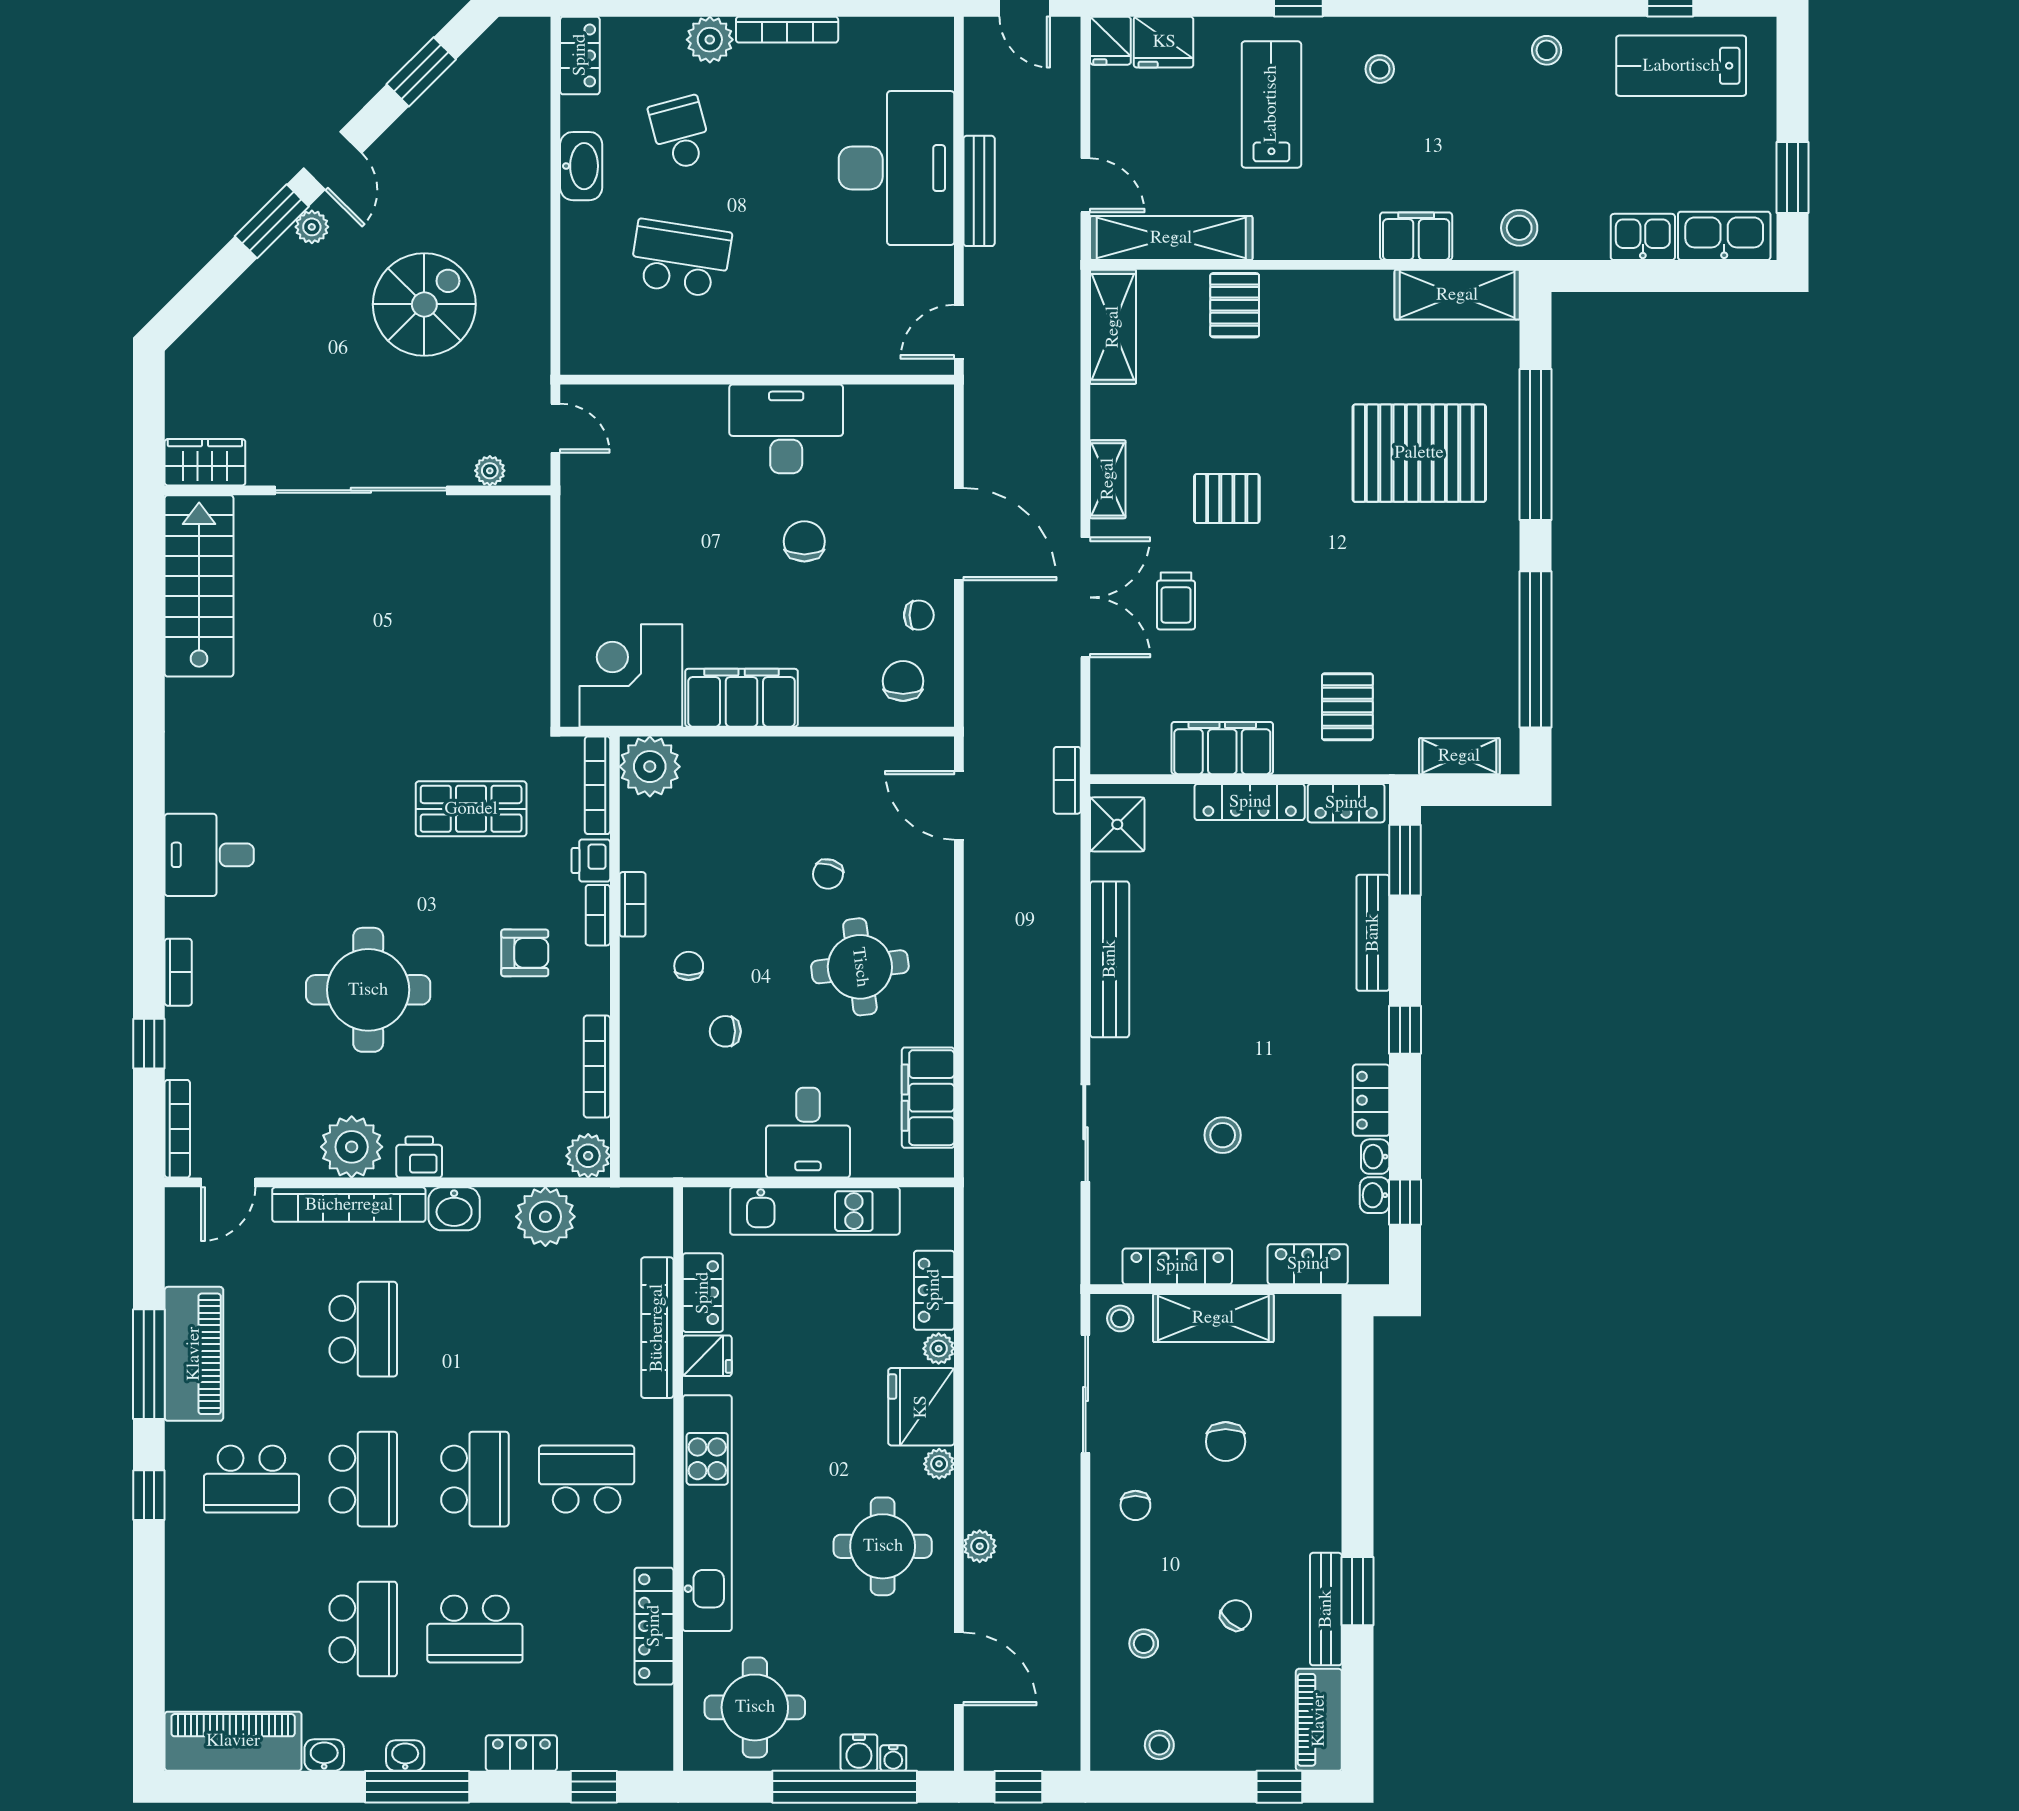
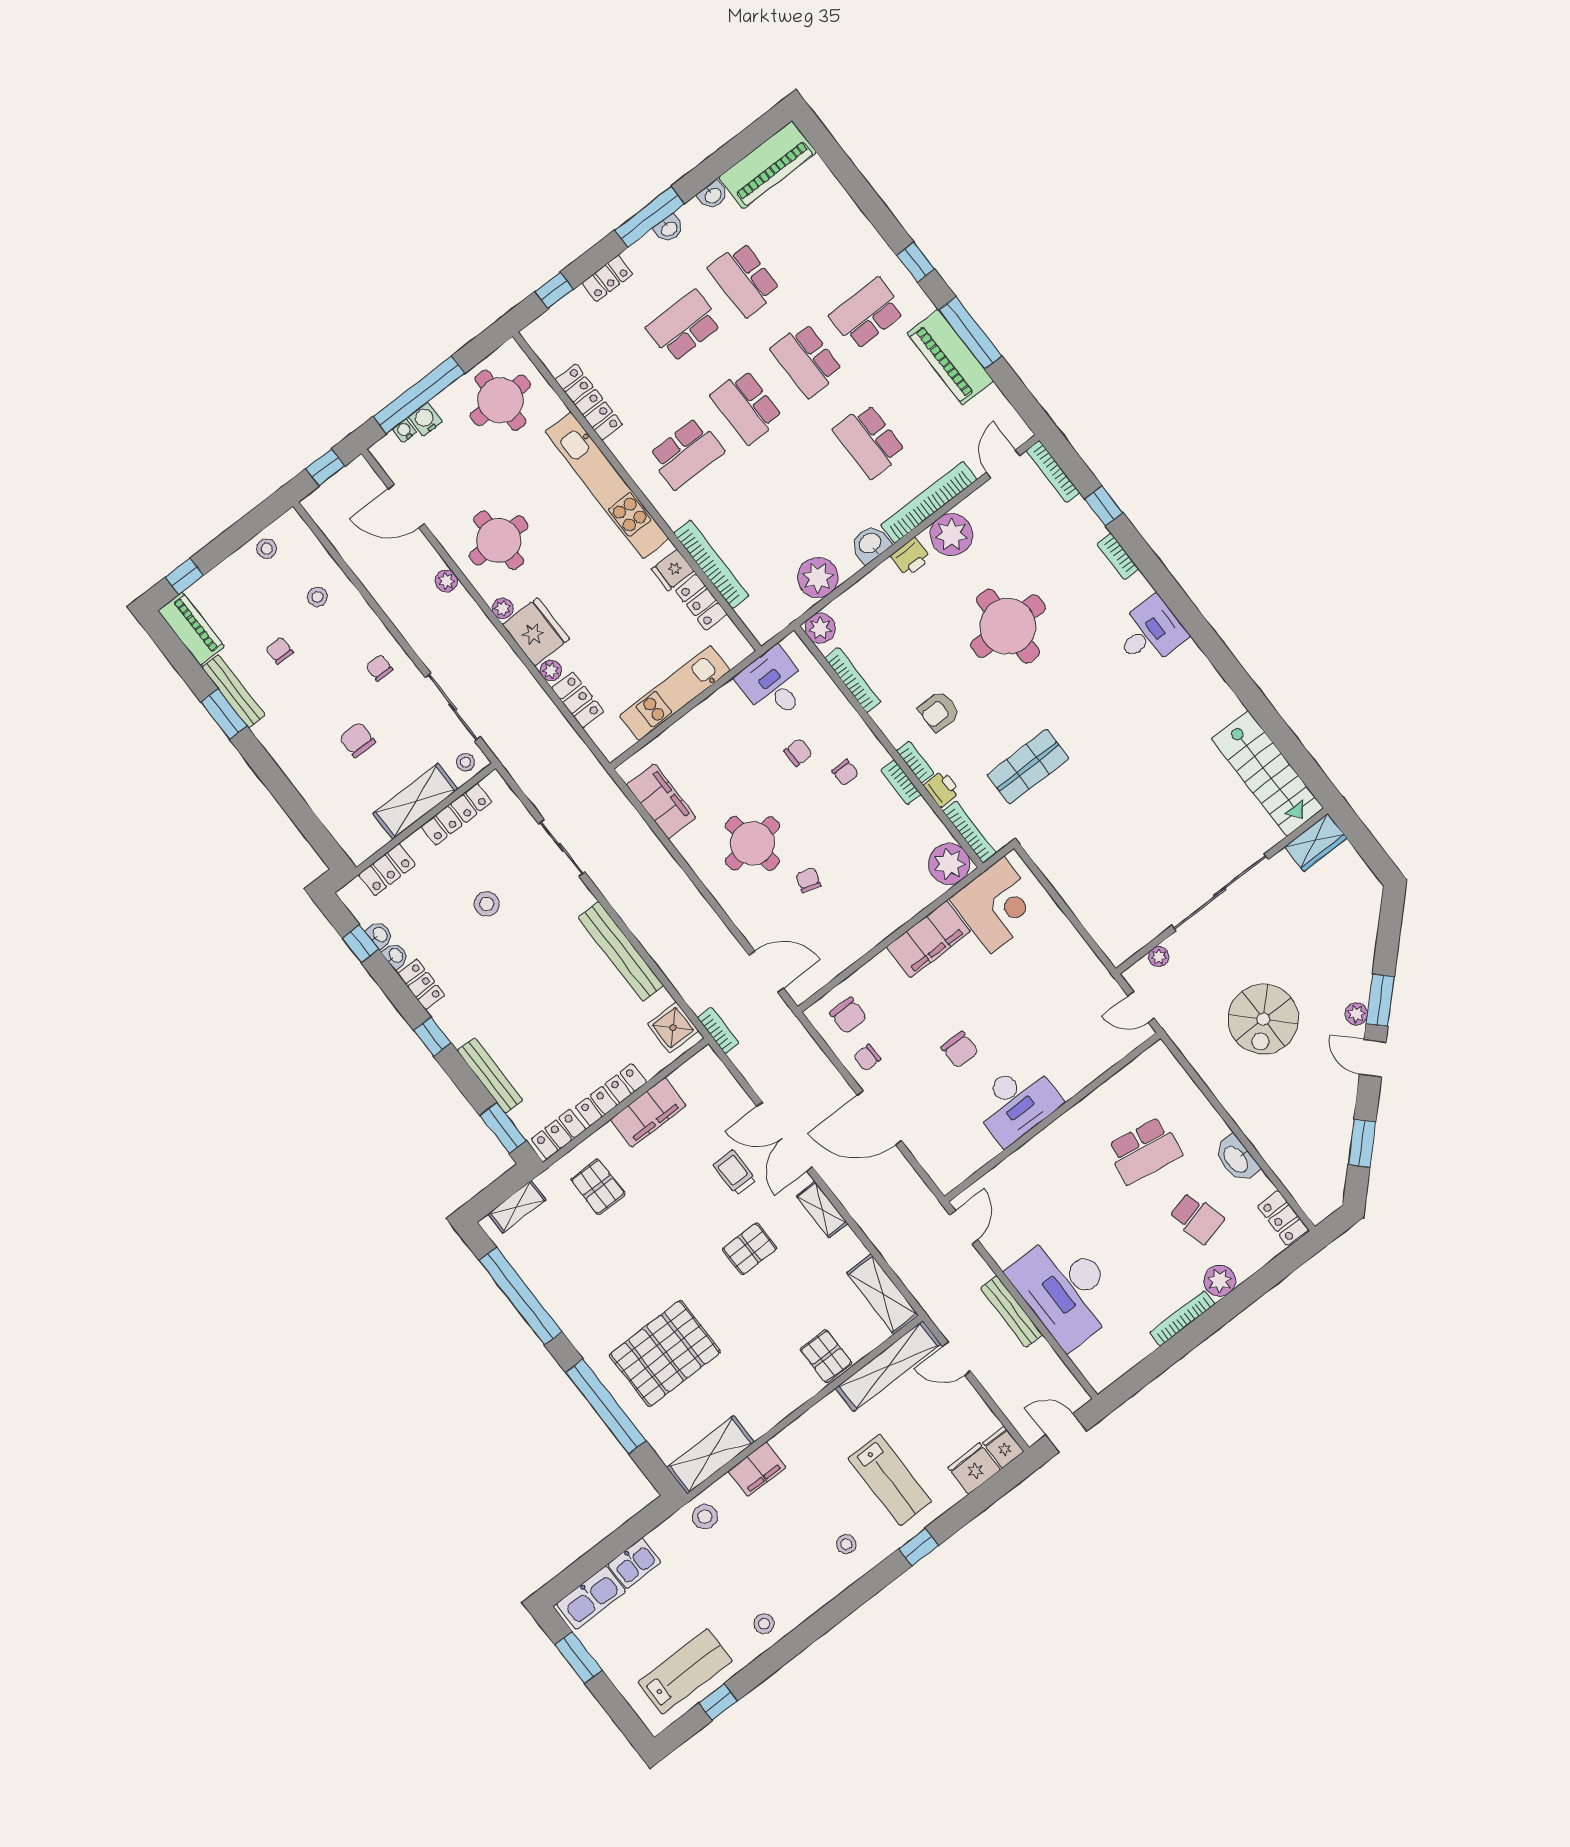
desk: (808, 1133) -> (773, 684), moved
chair: (1236, 1615) -> (279, 650), turned 140

